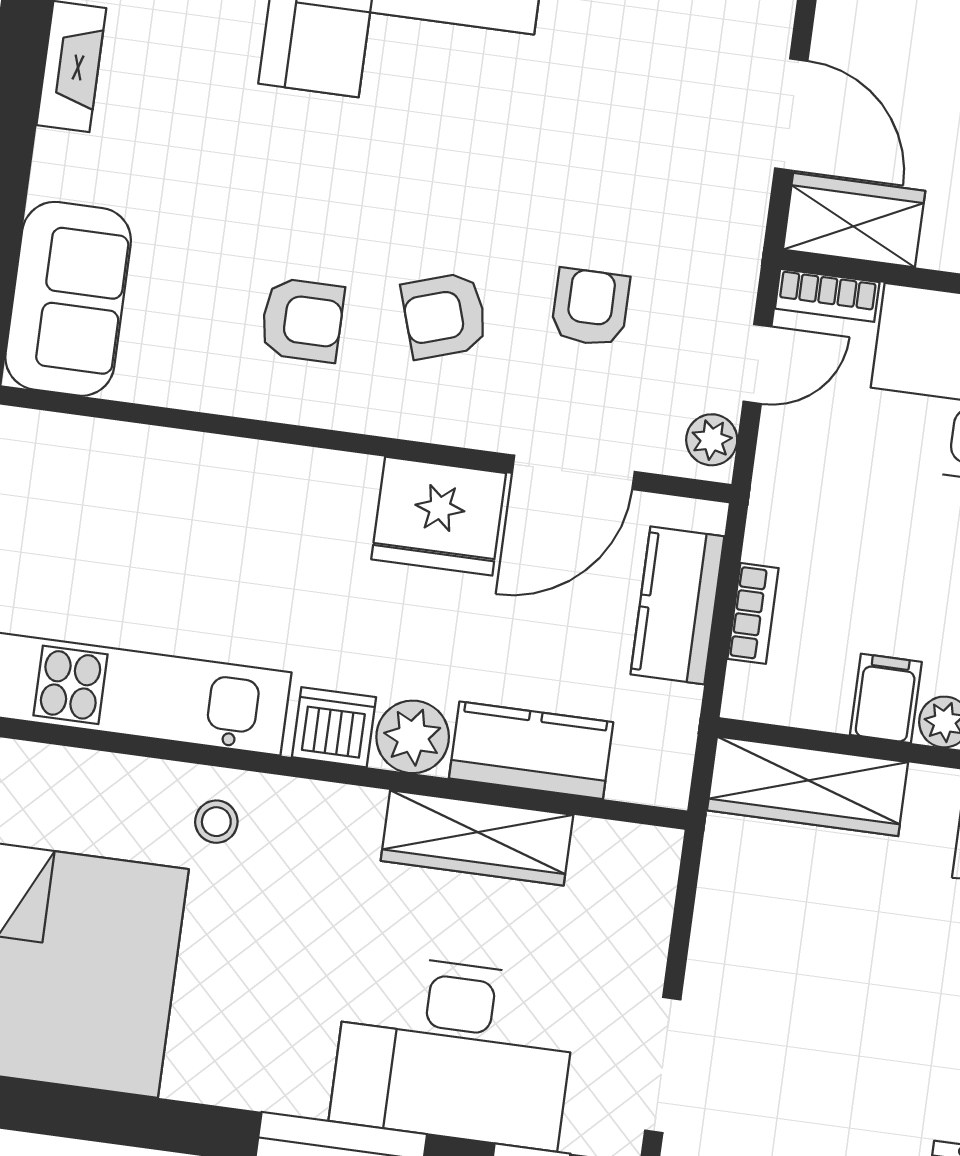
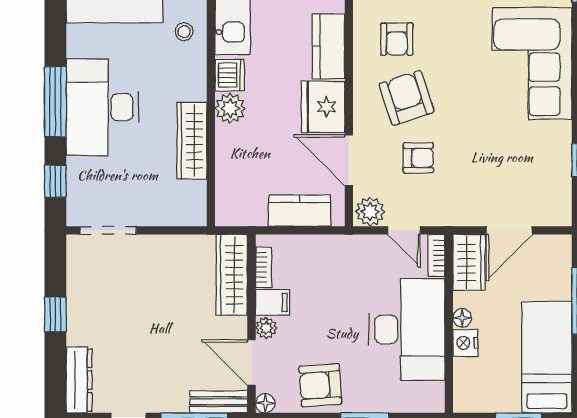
armchair: (445, 316) -> (407, 98), width x1.38, depth x1.38
plant: (712, 440) -> (370, 212), width x1.38, depth x1.38
bookcase: (753, 613) -> (264, 267), moved, turned -90
kitchen counter: (531, 750) -> (328, 46), moved, turned 180
desk: (454, 1051) -> (102, 107), moved

